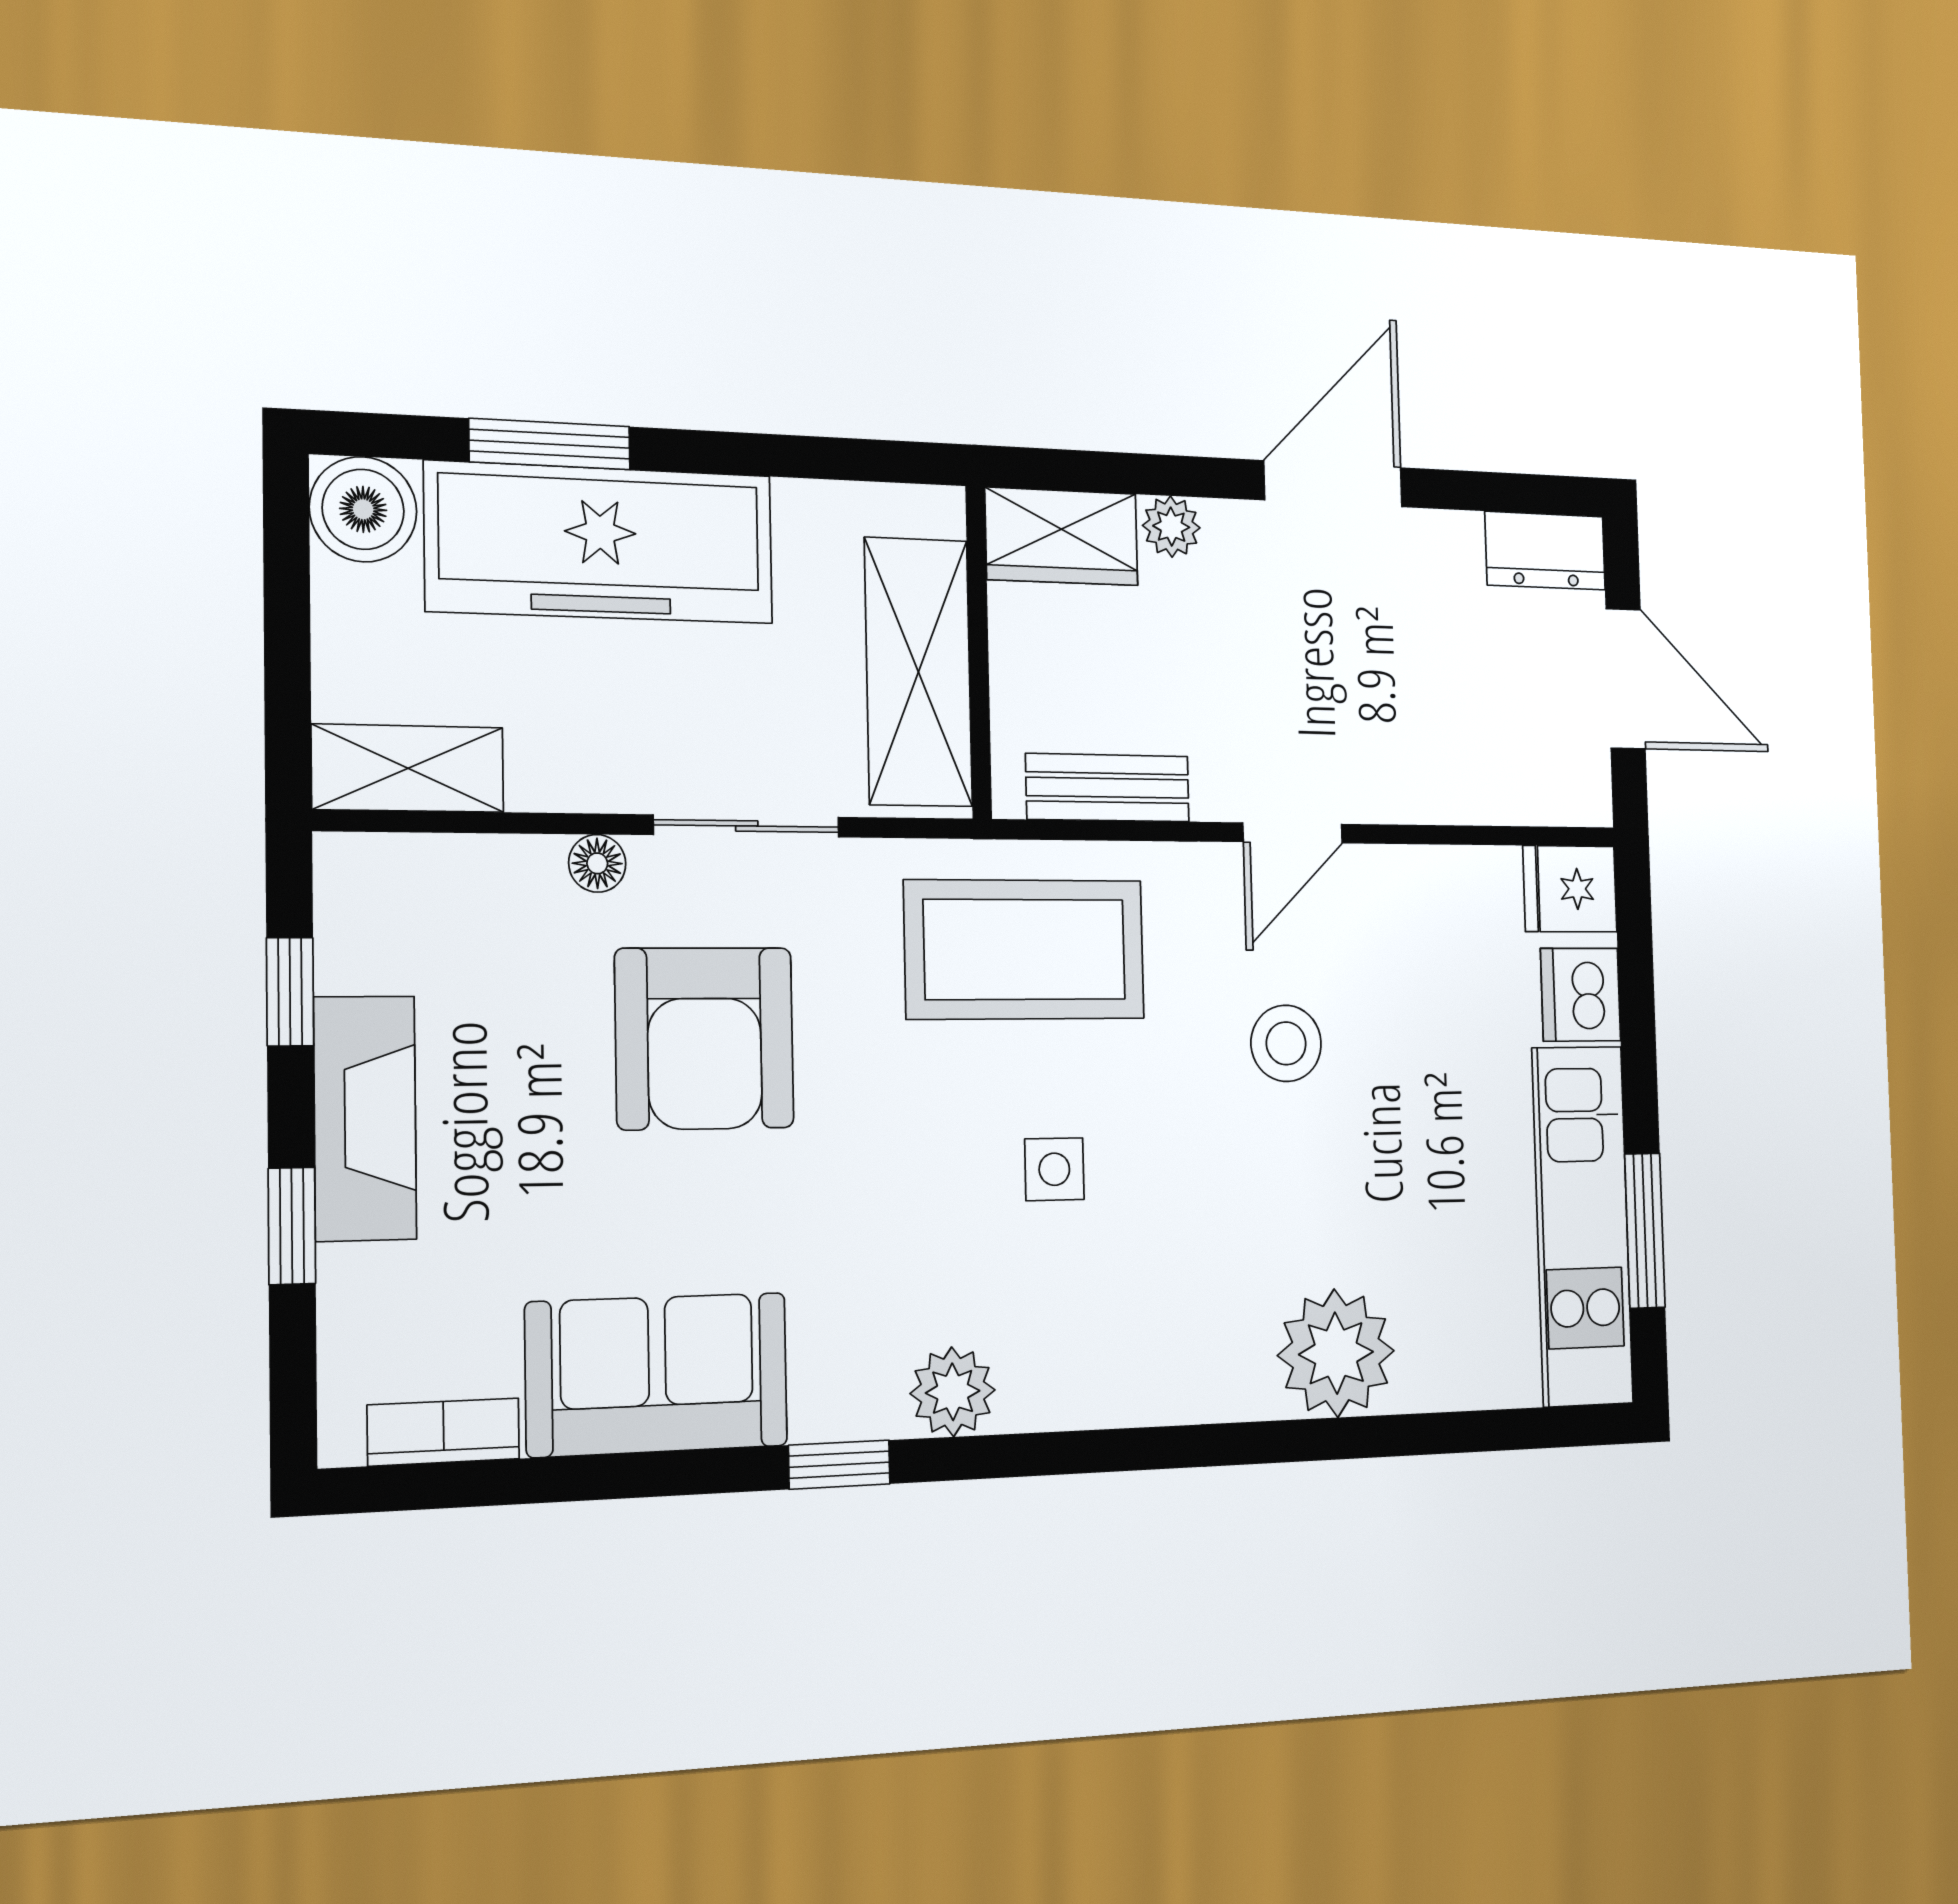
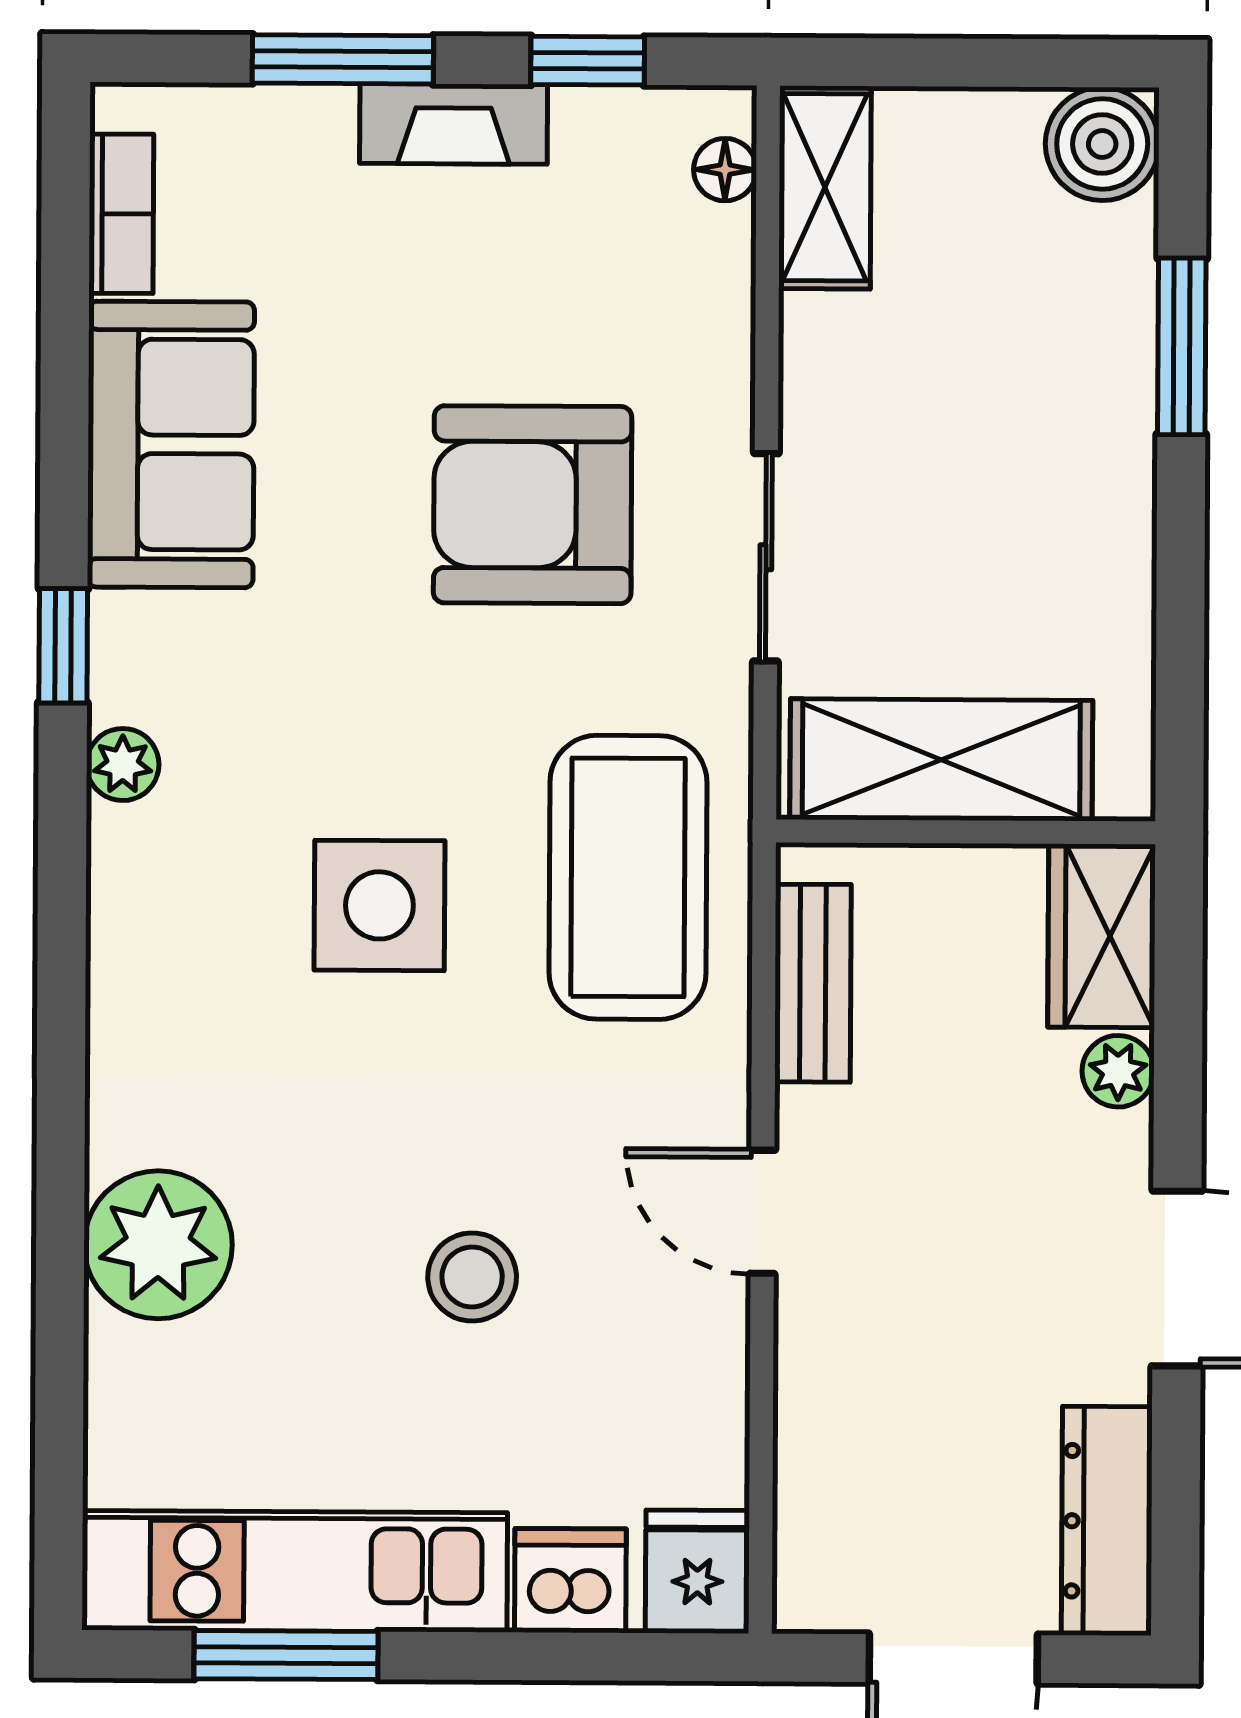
freezer: (600, 543) -> (1075, 400), removed
dresser: (1545, 551) -> (1107, 1521), width x1.44
floor lamp: (597, 863) -> (725, 170), moved
stool: (1286, 1043) -> (472, 1277), moved
fireplace: (365, 1118) -> (454, 124), width x0.73, depth x0.76
side table: (1054, 1169) -> (379, 905), width x1.87, depth x1.87
window: (292, 1226) -> (343, 59), width x1.50
plant: (953, 1392) -> (123, 765), width x0.73, depth x0.73

